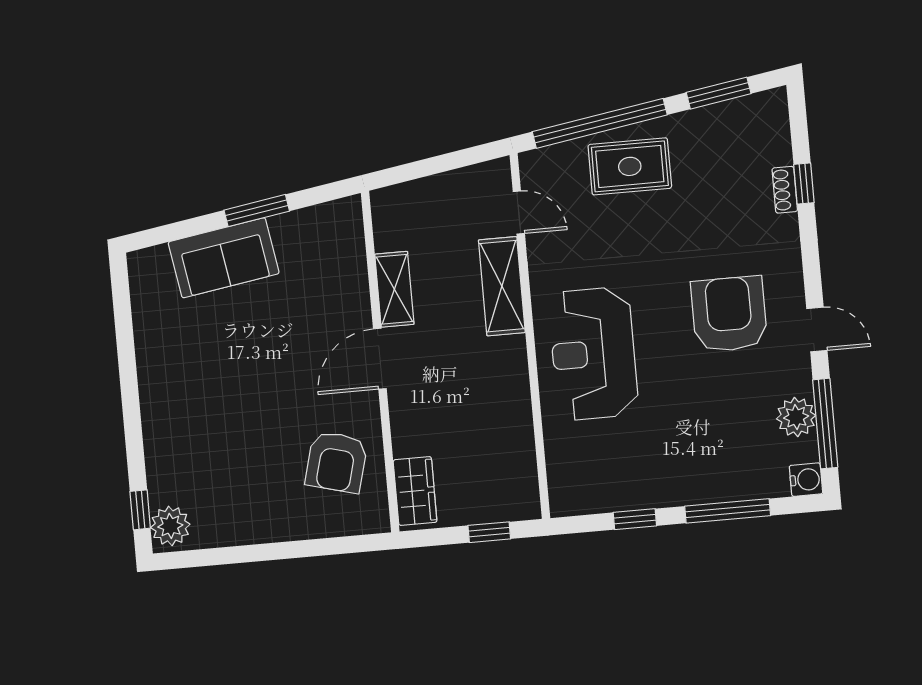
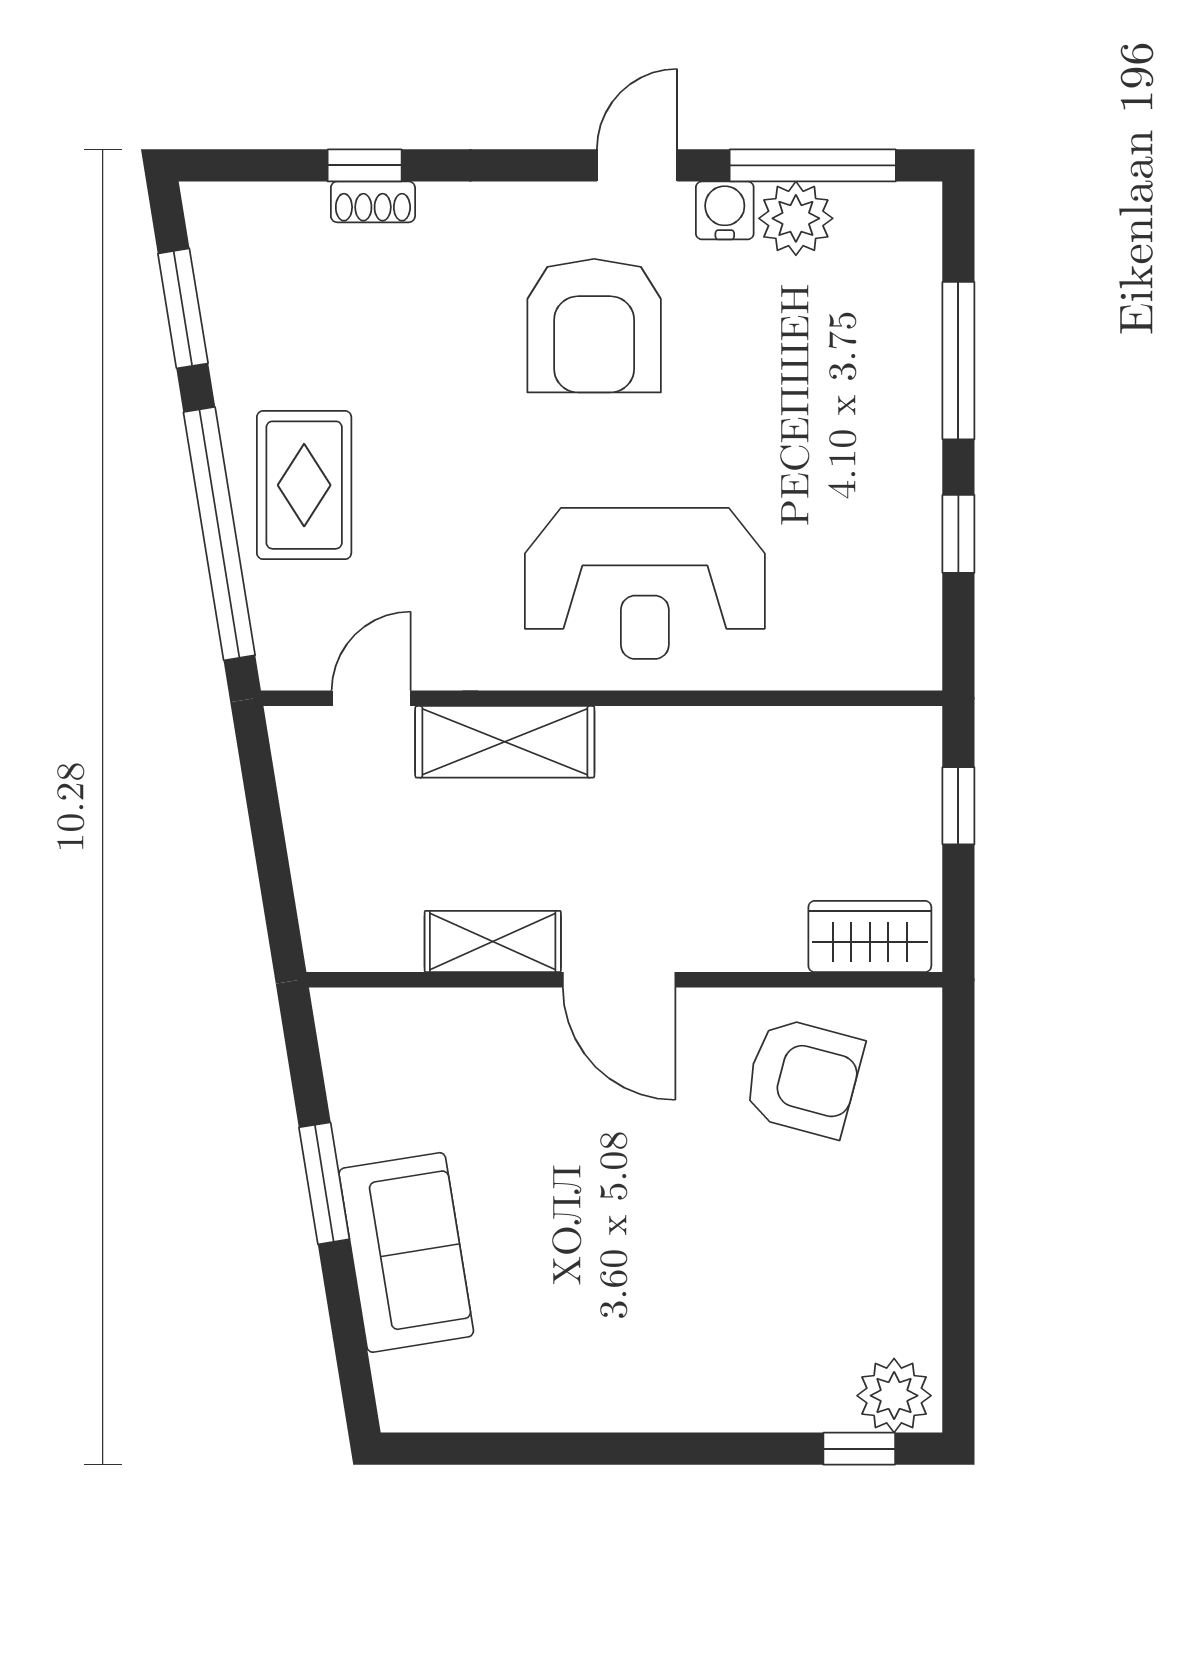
armchair: (729, 314) -> (594, 326), turned -90
water cooler: (806, 480) -> (725, 210), moved

